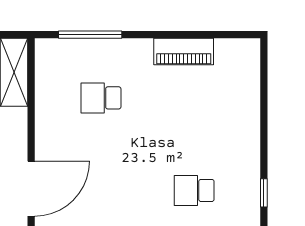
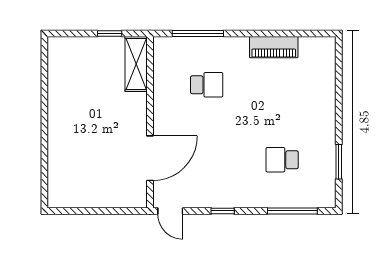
school desk: (101, 98) -> (207, 85), turned 180
window: (264, 193) -> (339, 162), width x1.50

